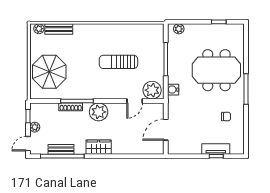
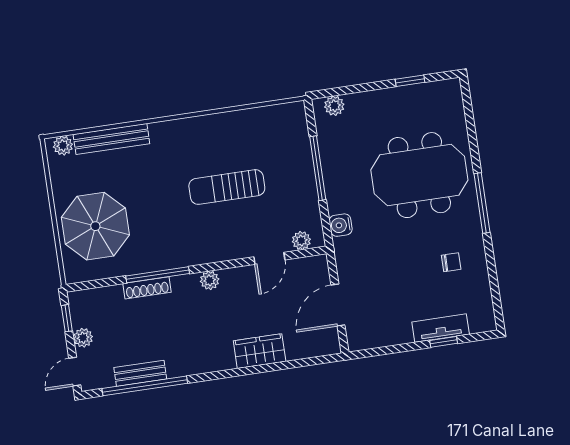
bench: (59, 29) -> (111, 139), width x1.36
plant: (152, 90) -> (301, 241), width x0.53, depth x0.53
plant: (99, 112) -> (210, 280), width x0.53, depth x0.53
wardrobe: (99, 147) -> (260, 351), moved

